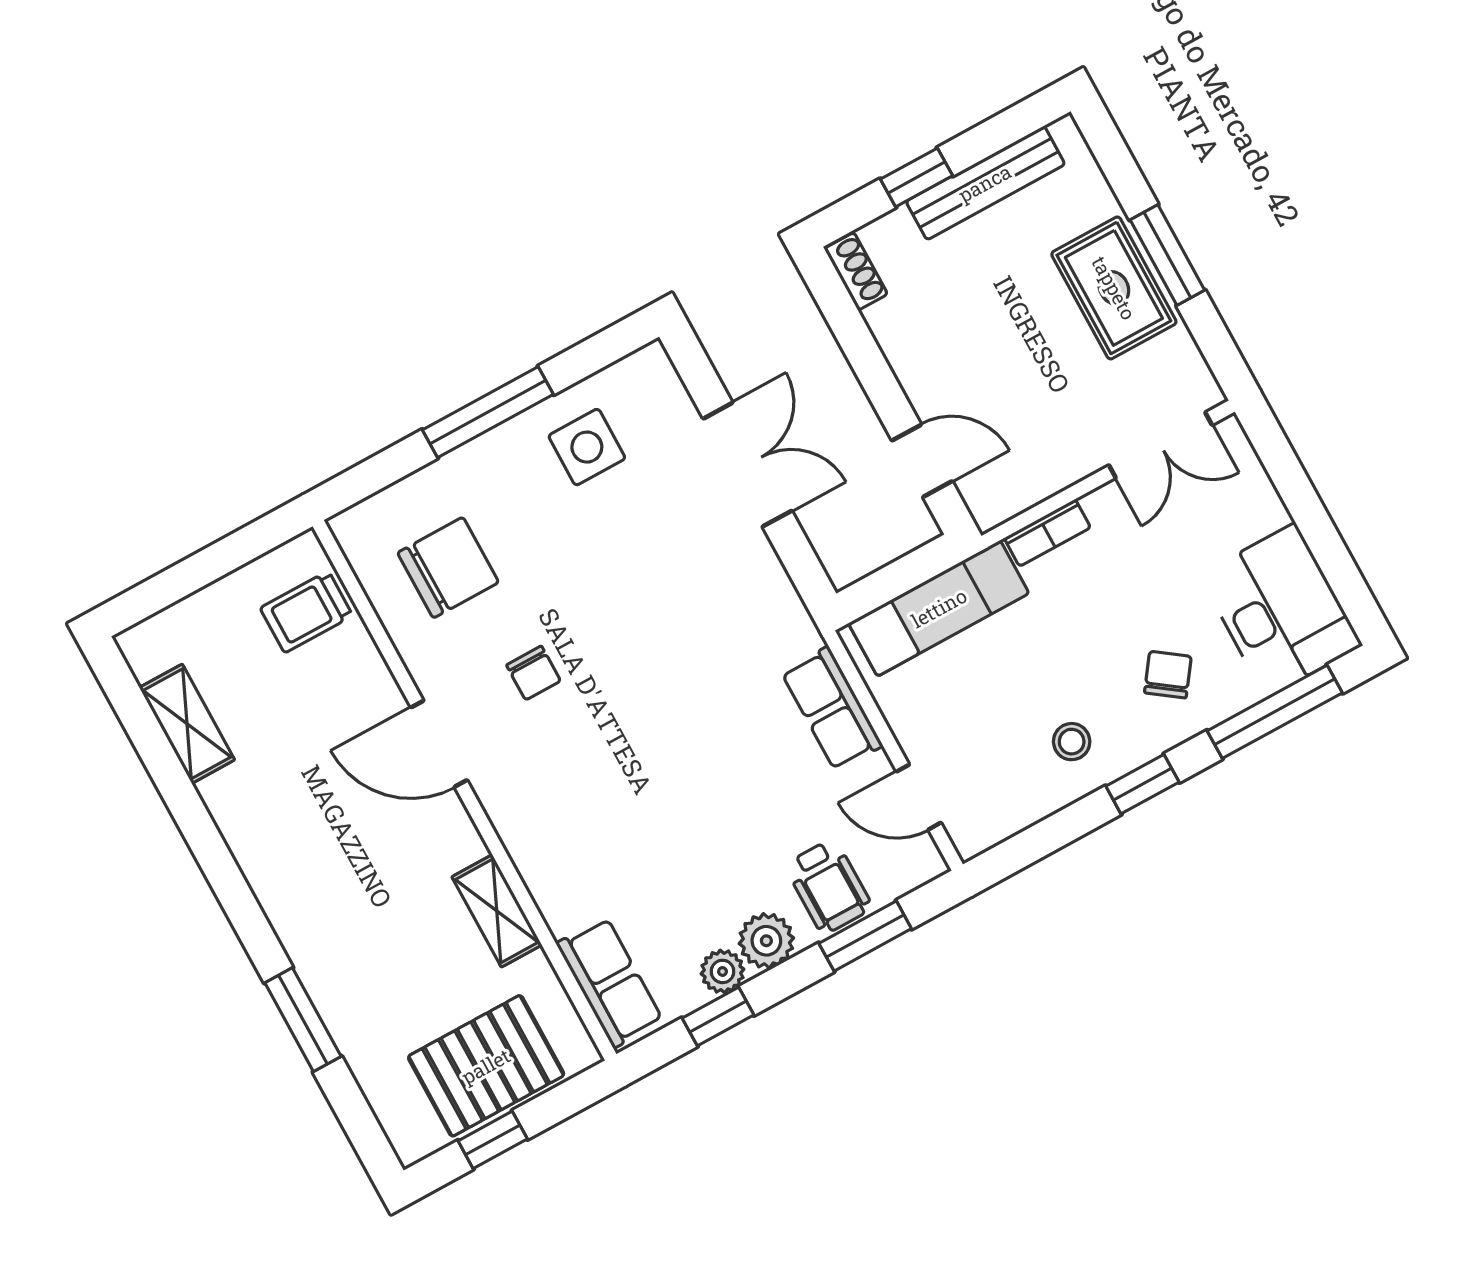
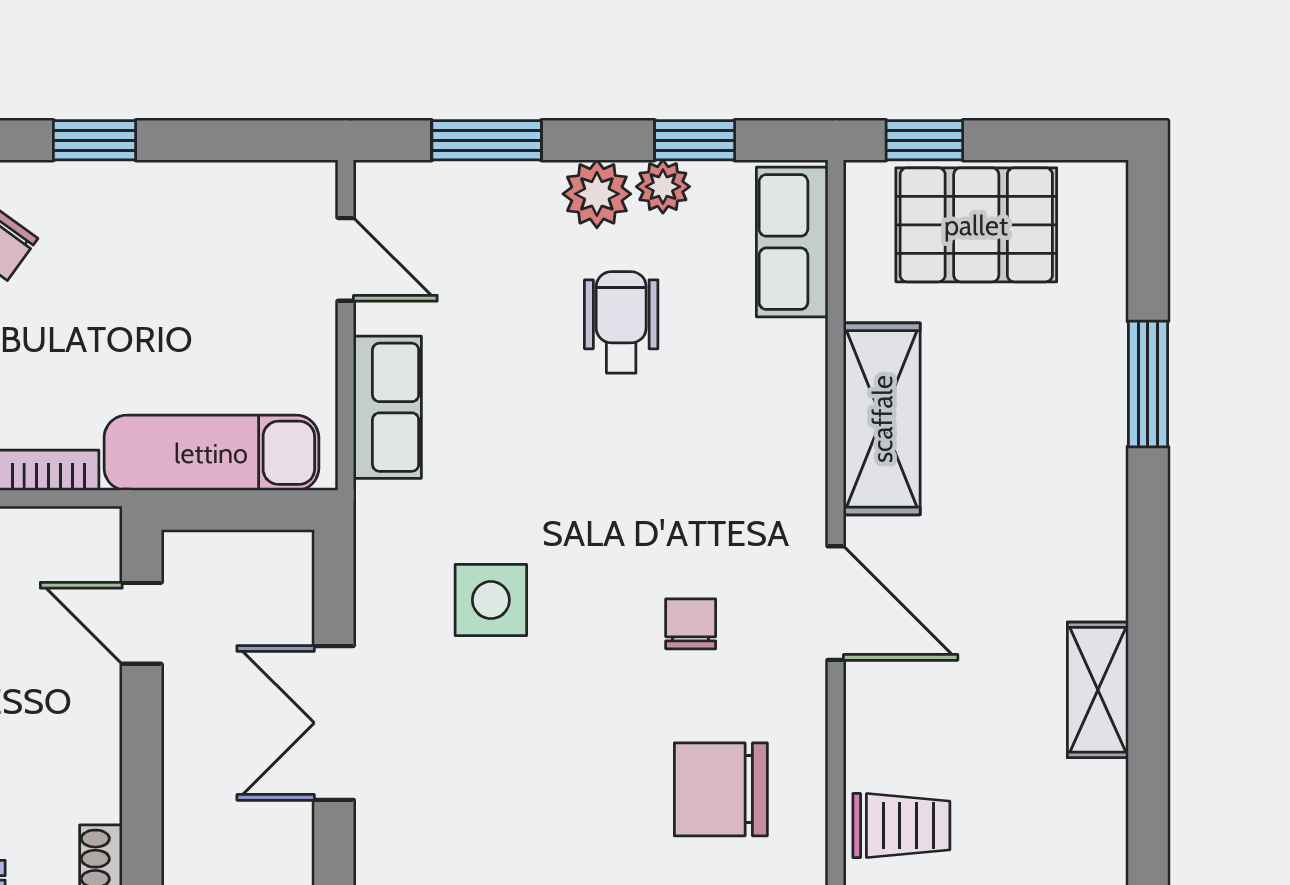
side table: (587, 447) -> (491, 600), moved
shelving: (187, 724) -> (1098, 690), moved
stool: (1072, 742) -> (146, 229), removed
wheelchair: (829, 886) -> (621, 322), moved
shelving: (497, 911) -> (882, 419), width x1.50, depth x1.33
window: (493, 1140) -> (924, 140), moved

